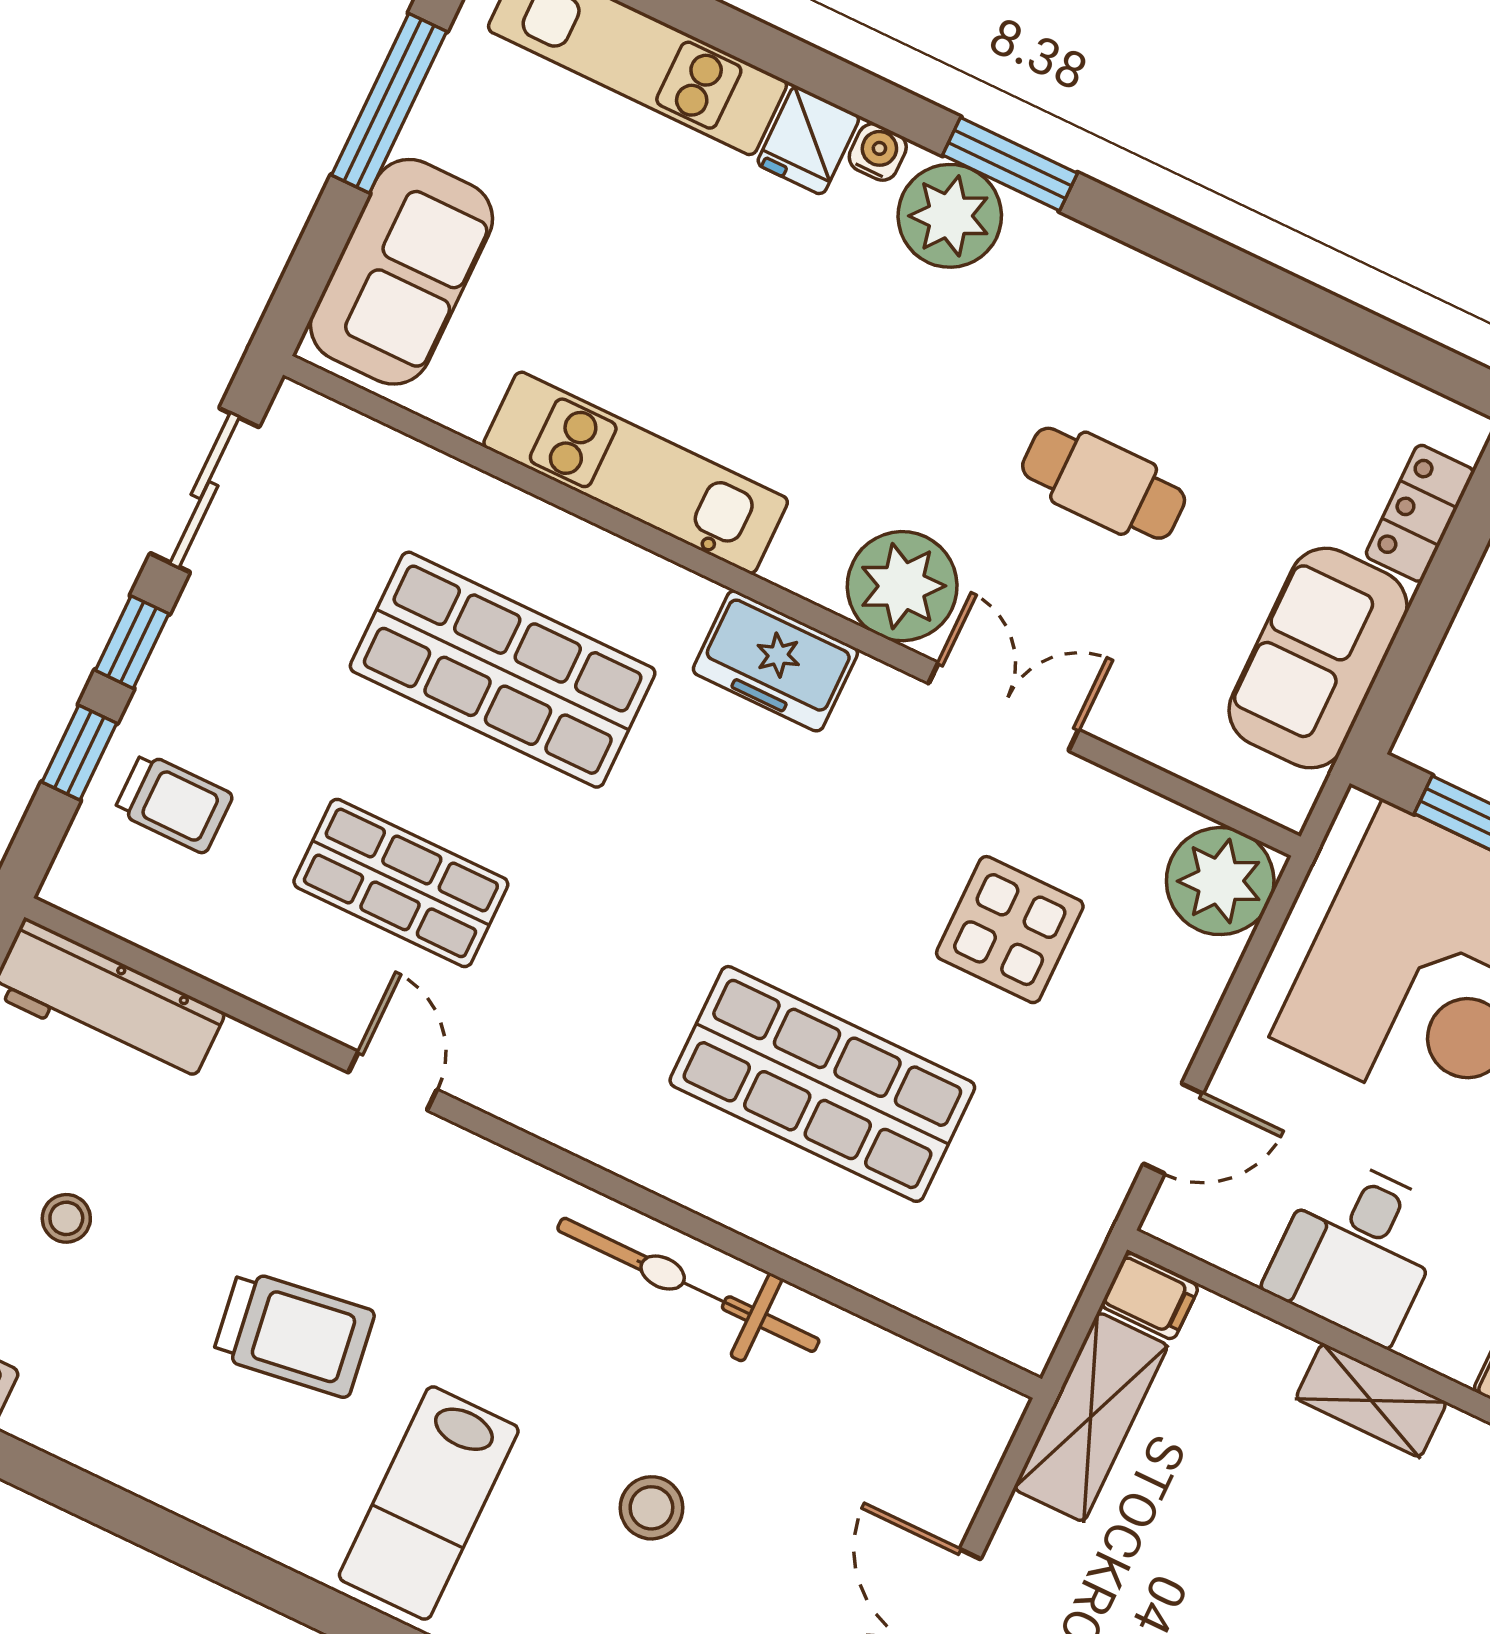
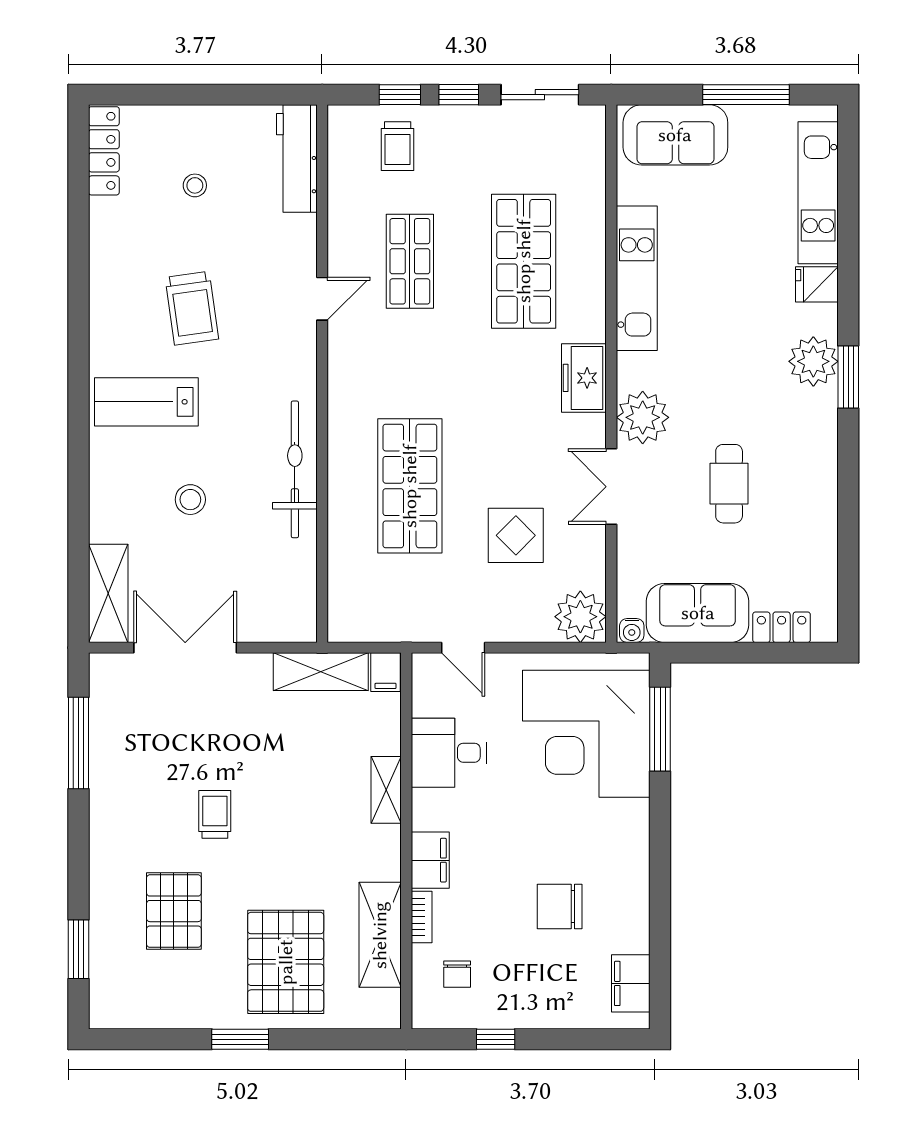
water cooler: (878, 152) -> (632, 631), moved, turned 90
double door: (1004, 707) -> (611, 487), swing flipped

